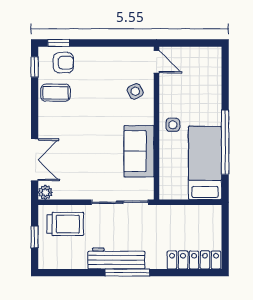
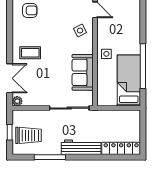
window: (35, 67) -> (10, 13), removed
coffee table: (56, 93) -> (30, 53), moved
trolley: (65, 224) -> (28, 135), moved
workbench: (116, 258) -> (81, 147), moved
window: (127, 273) -> (50, 157), moved

